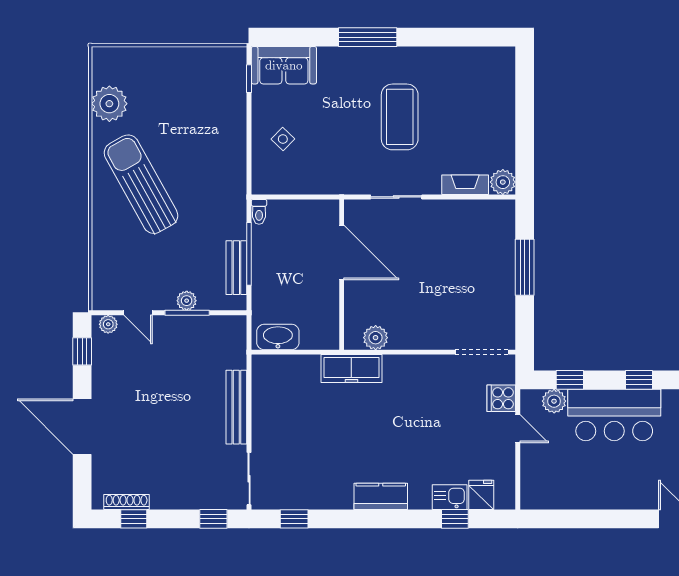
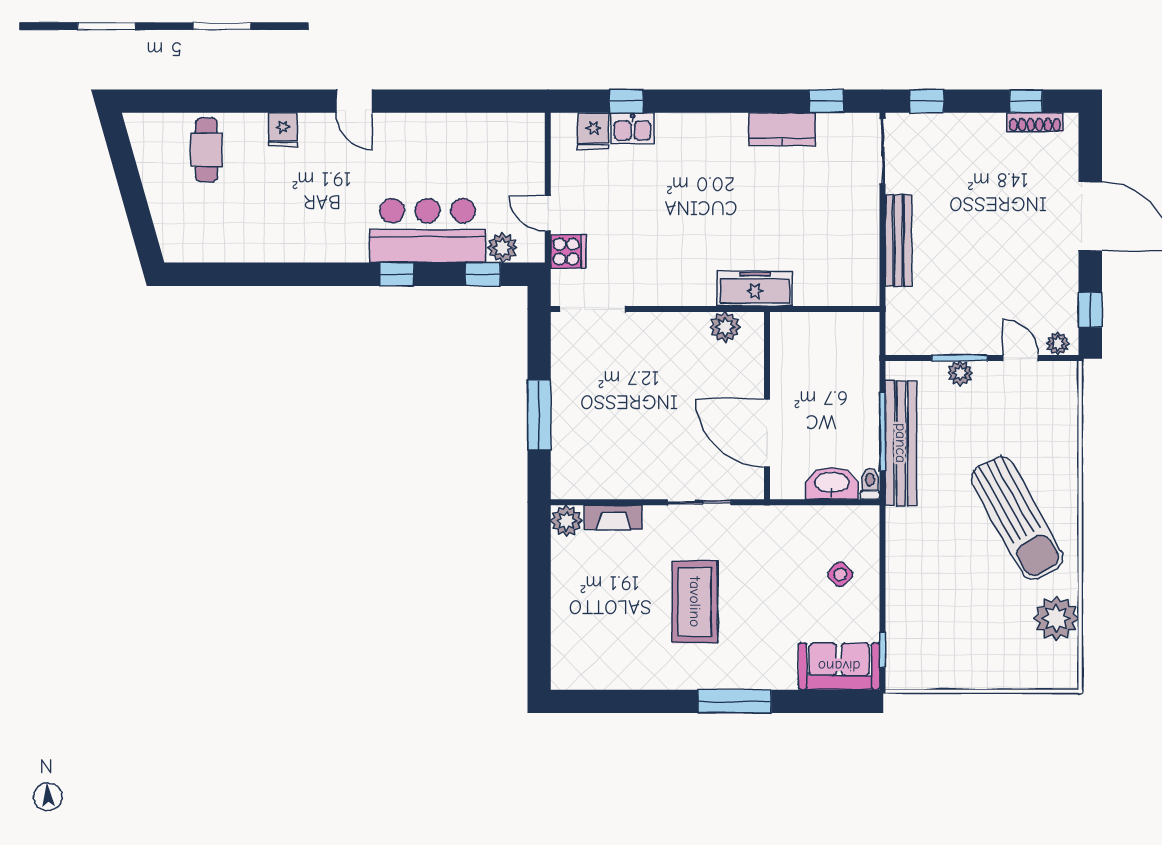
bench: (236, 268) -> (901, 443), width x1.86, depth x1.21
washbasin: (278, 337) -> (832, 483), moved, turned 180
kitchen counter: (381, 496) -> (782, 129), moved

